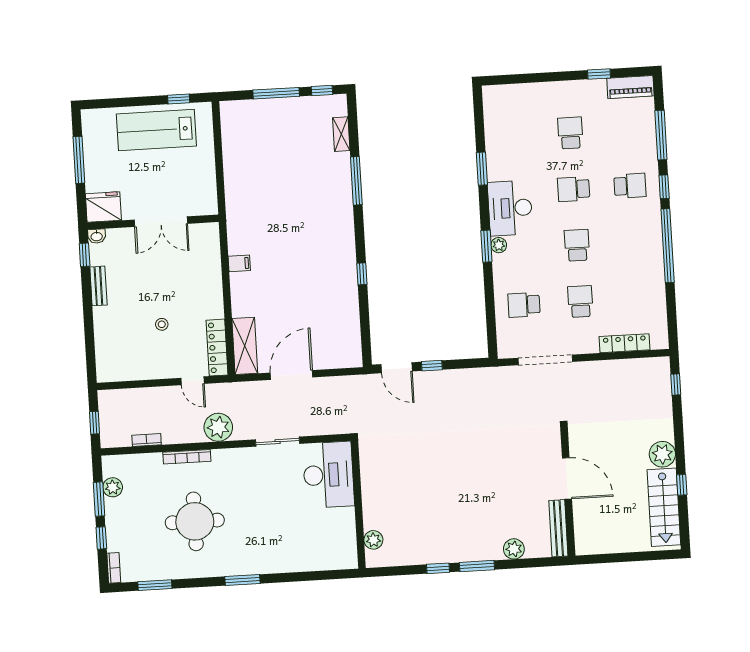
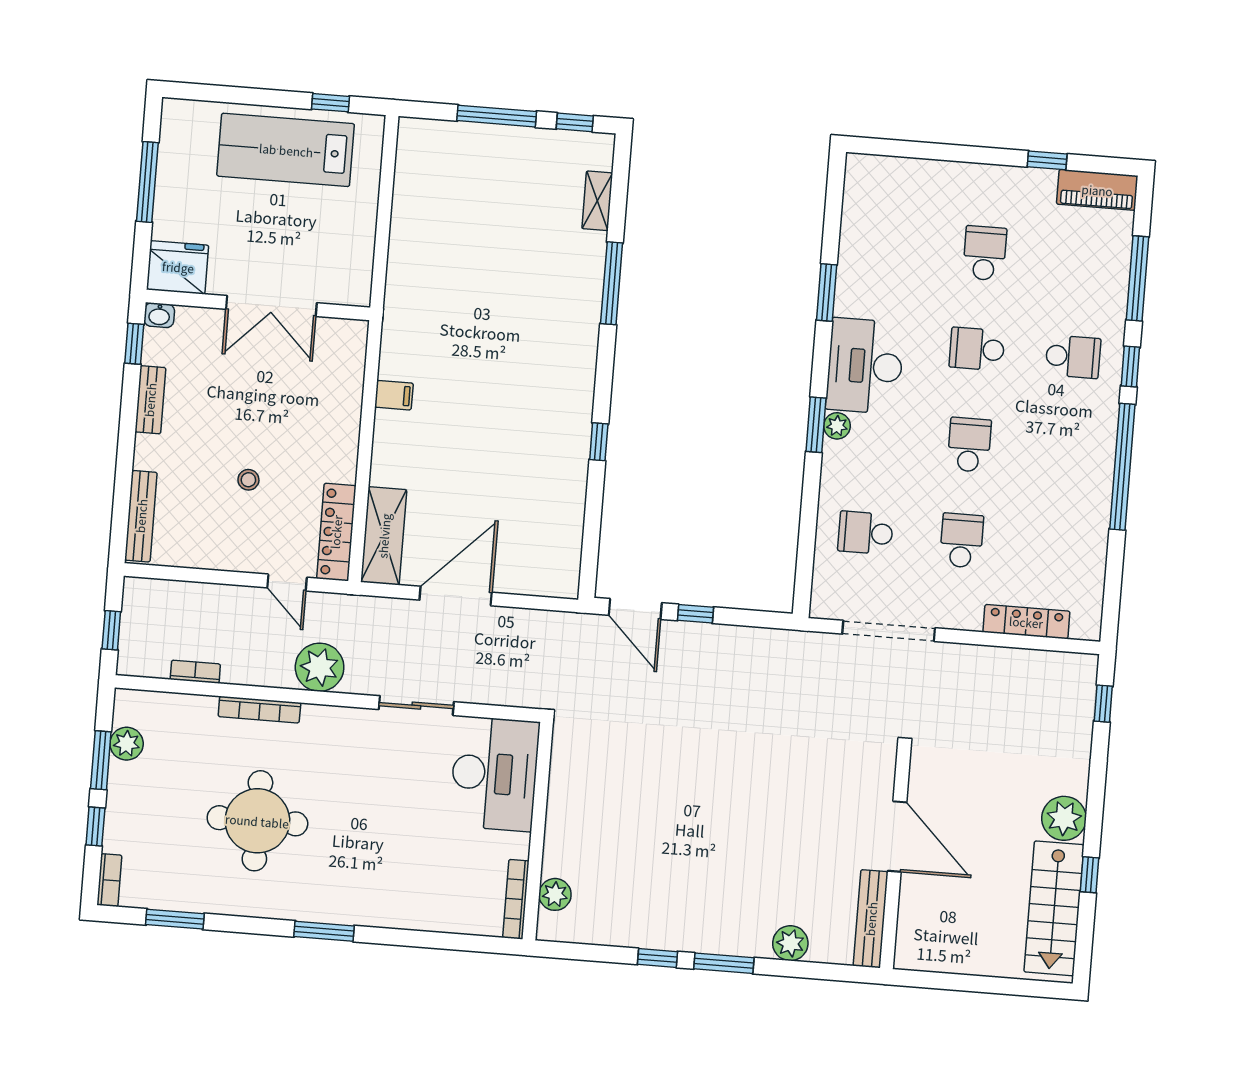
bench: (102, 354) -> (141, 516), added
bookcase: (351, 546) -> (516, 899), added

